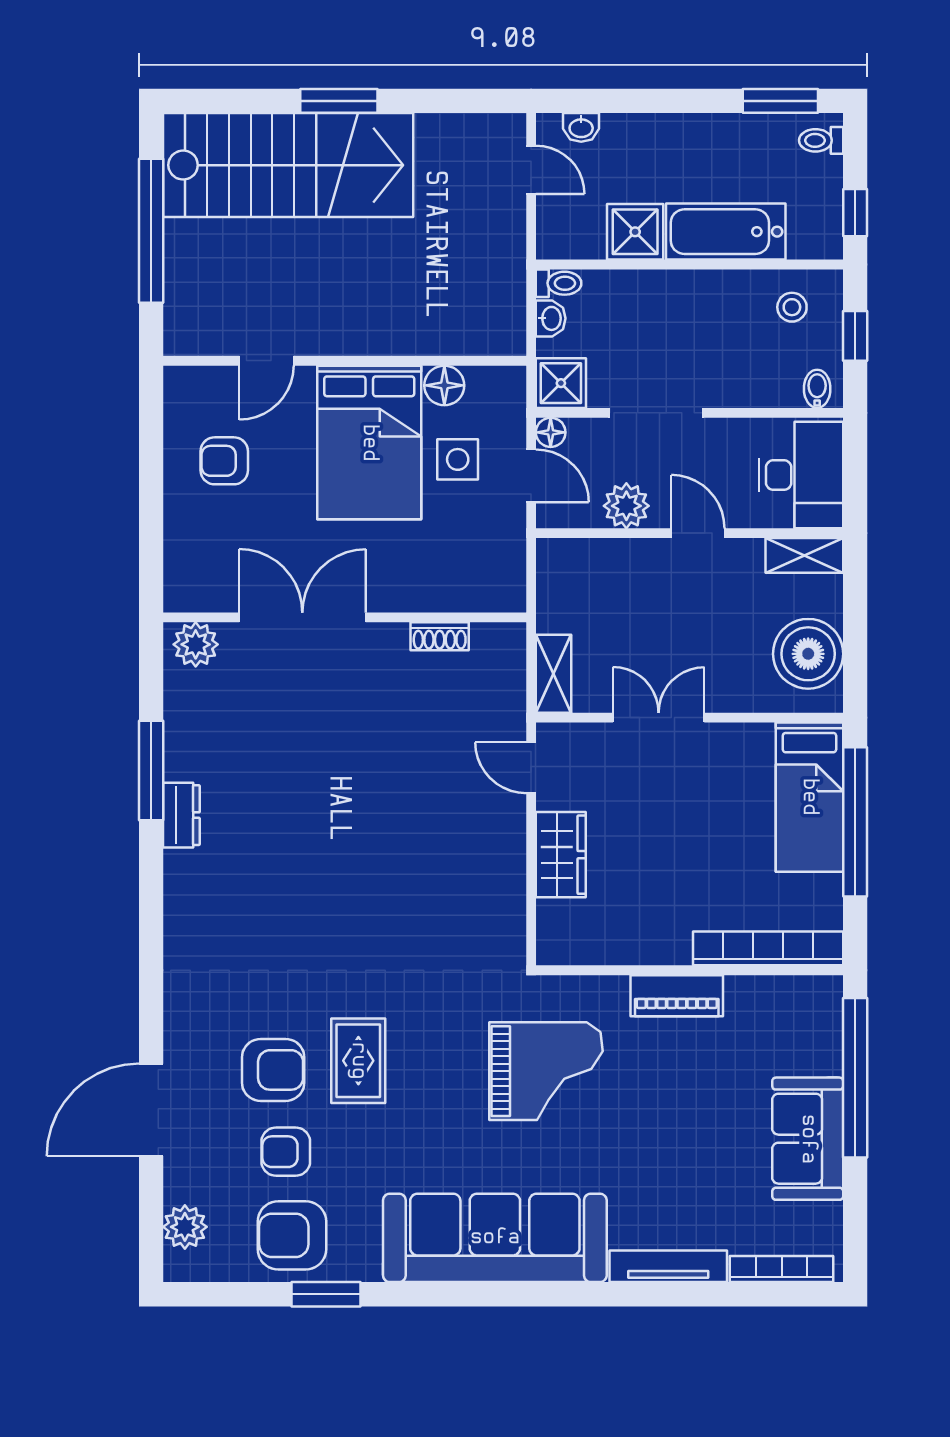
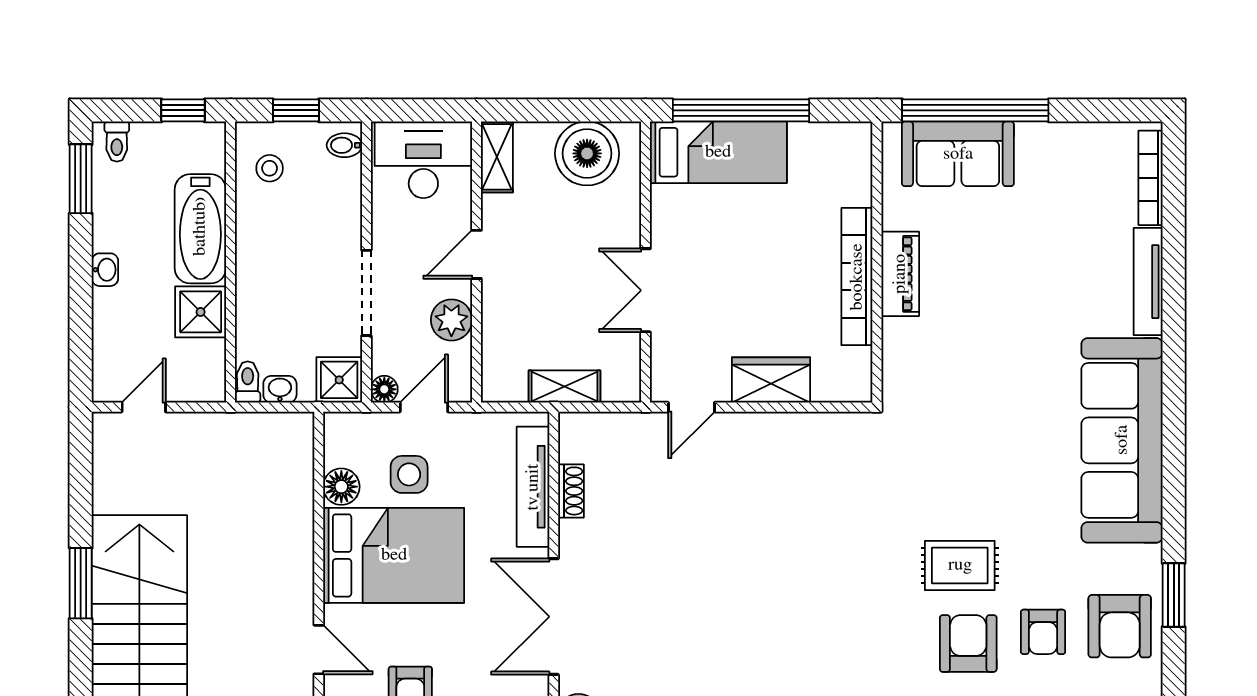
washbasin: (581, 127) -> (105, 270), moved
tv unit: (444, 595) -> (533, 487), added
shelving: (554, 674) -> (565, 387), moved
bookcase: (768, 948) -> (857, 277), moved
grand piano: (546, 1071) -> (969, 394), removed
sofa: (808, 1139) -> (958, 154), moved

